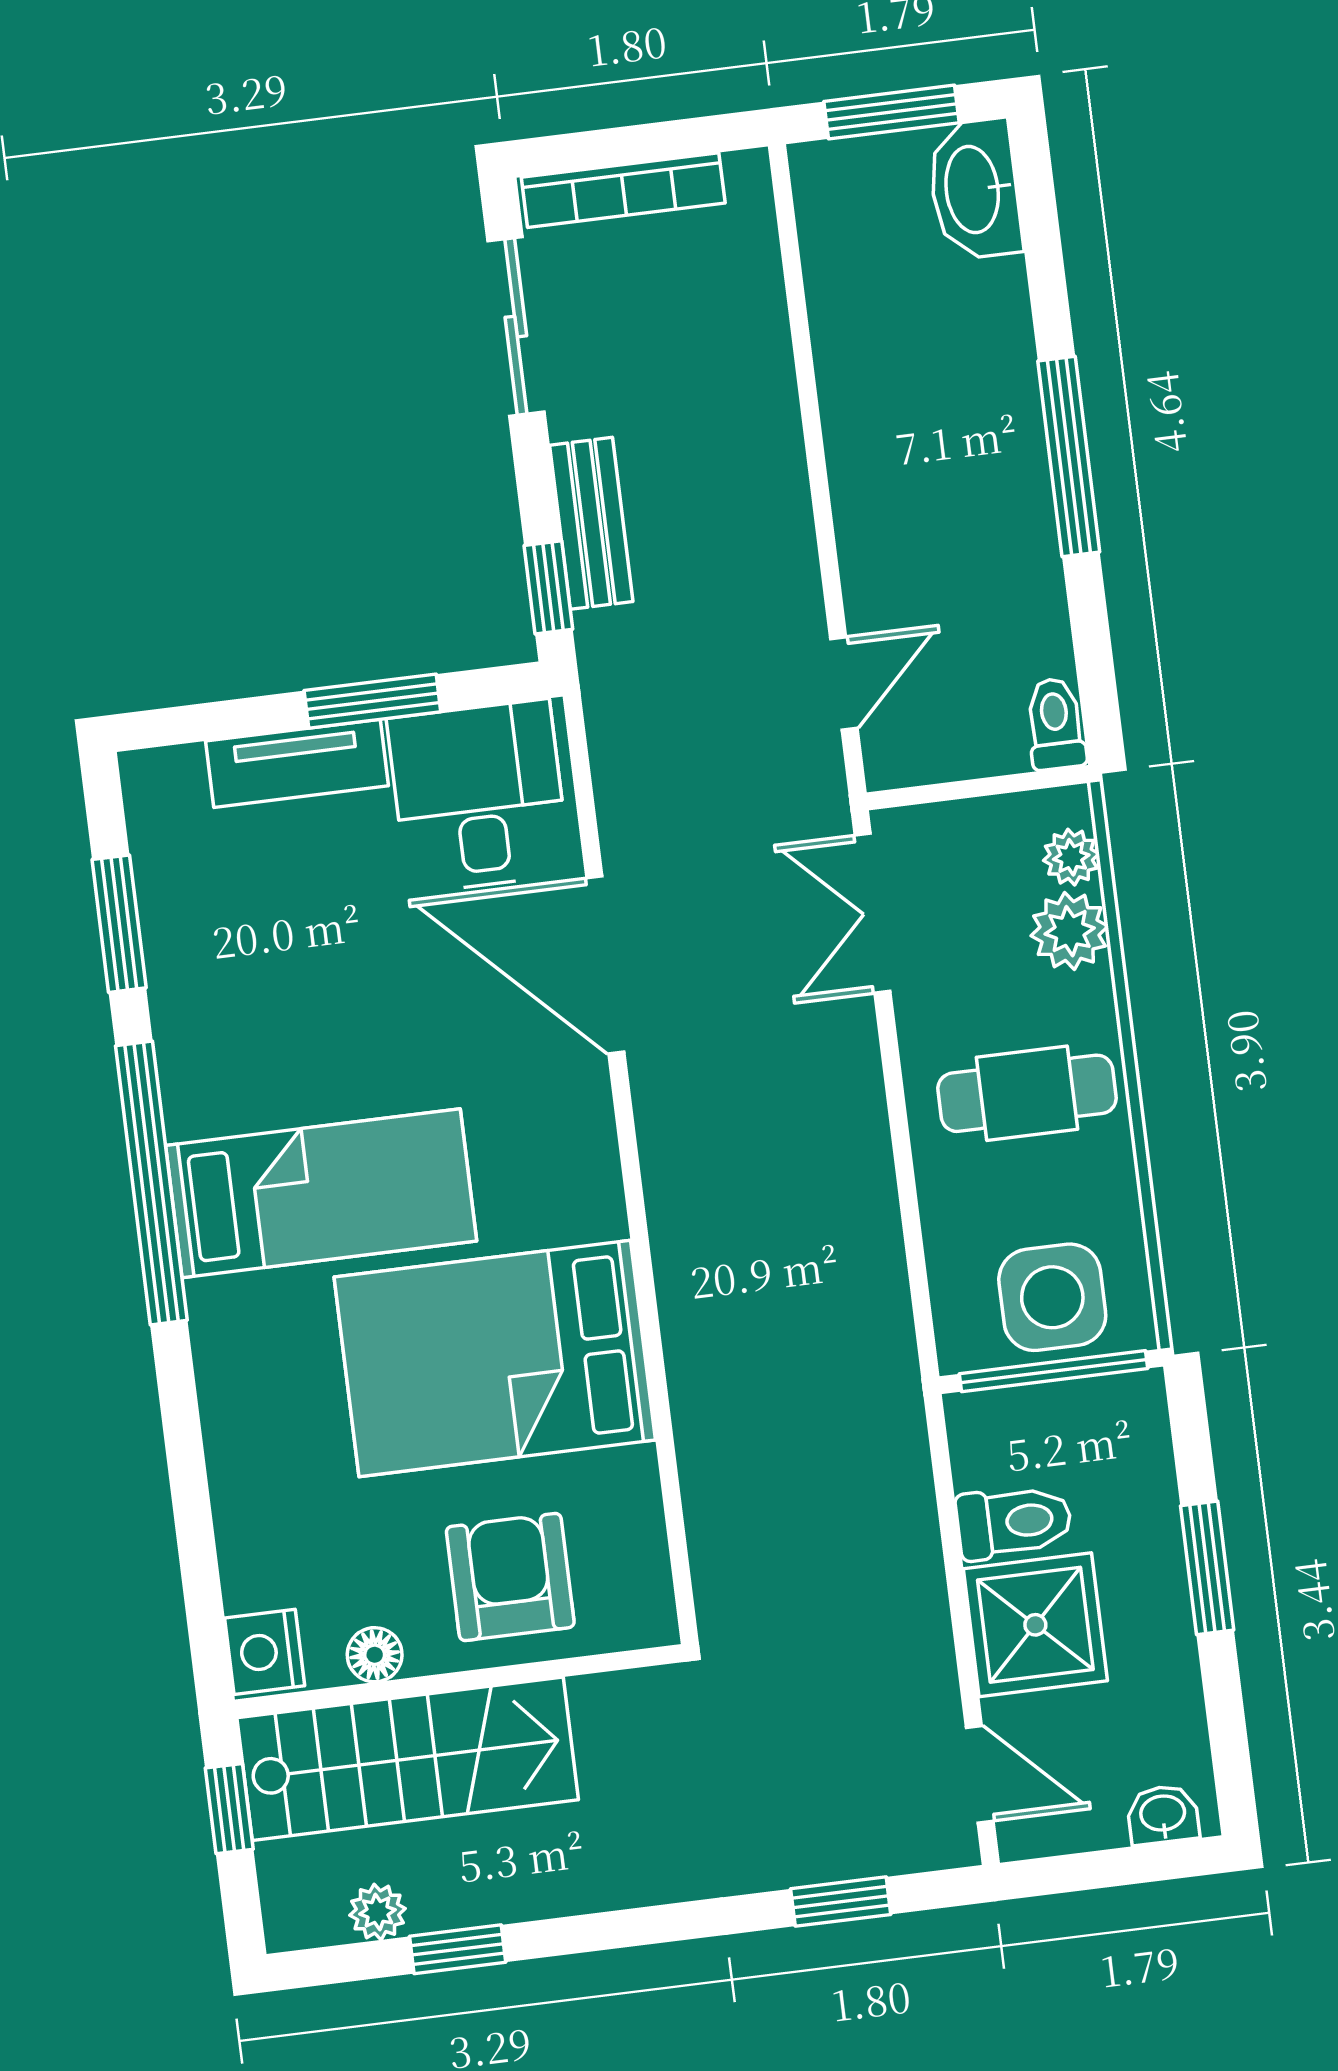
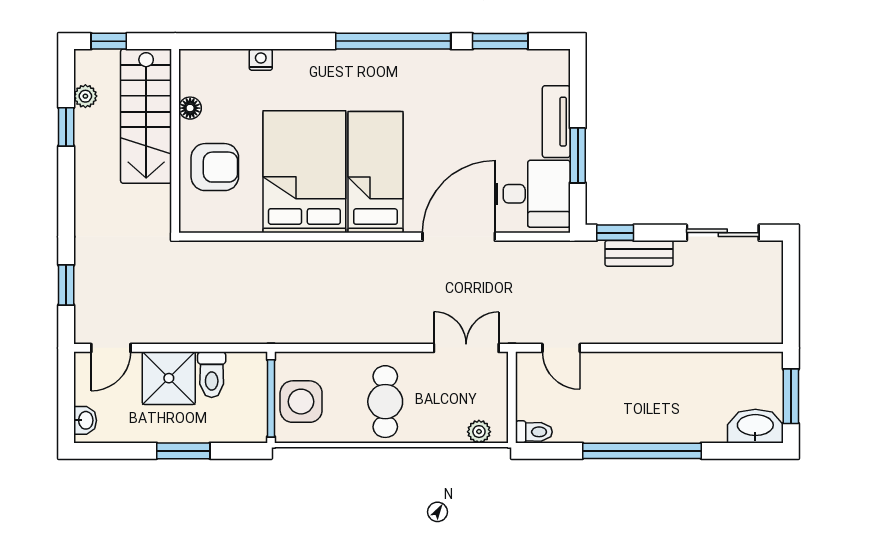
bookcase: (623, 190) -> (773, 283), removed
window: (1069, 456) -> (642, 451), width x1.46
plant: (1070, 931) -> (449, 427), removed
bed: (321, 1193) -> (375, 172), moved, turned 180
nightstand: (265, 1652) -> (261, 60), moved, width x0.72, depth x0.74
window: (229, 1809) -> (109, 41), moved

